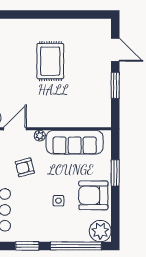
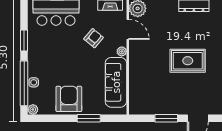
armchair: (25, 167) -> (94, 38), turned 54
side table: (58, 201) -> (34, 82), moved
plant: (100, 231) -> (33, 109), width x0.53, depth x0.53

